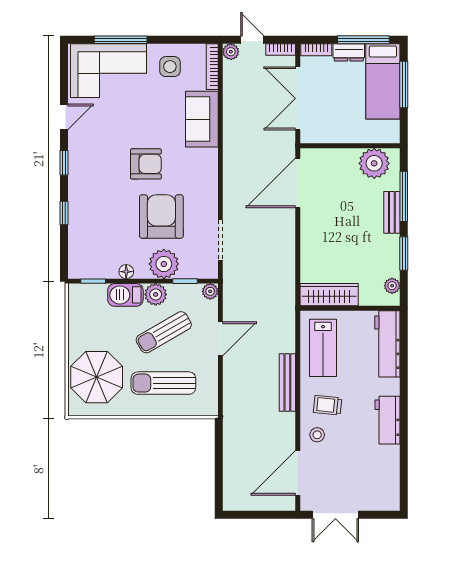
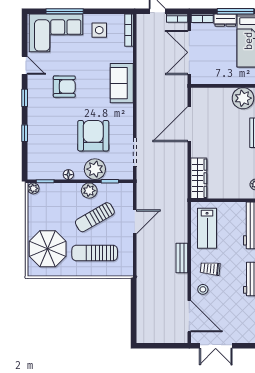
plant: (231, 52) -> (142, 20), removed
door: (64, 117) -> (25, 65), hinge flipped
sofa: (202, 119) -> (122, 83), moved
armchair: (146, 164) -> (64, 87), moved
door: (298, 183) -> (189, 124), moved
plant: (210, 291) -> (33, 188), moved
barbecue: (125, 295) -> (68, 191), removed
wardrobe: (329, 295) -> (199, 178), moved, turned 90
bench: (287, 382) -> (182, 258), width x0.73
door: (298, 473) -> (189, 316), swing flipped

